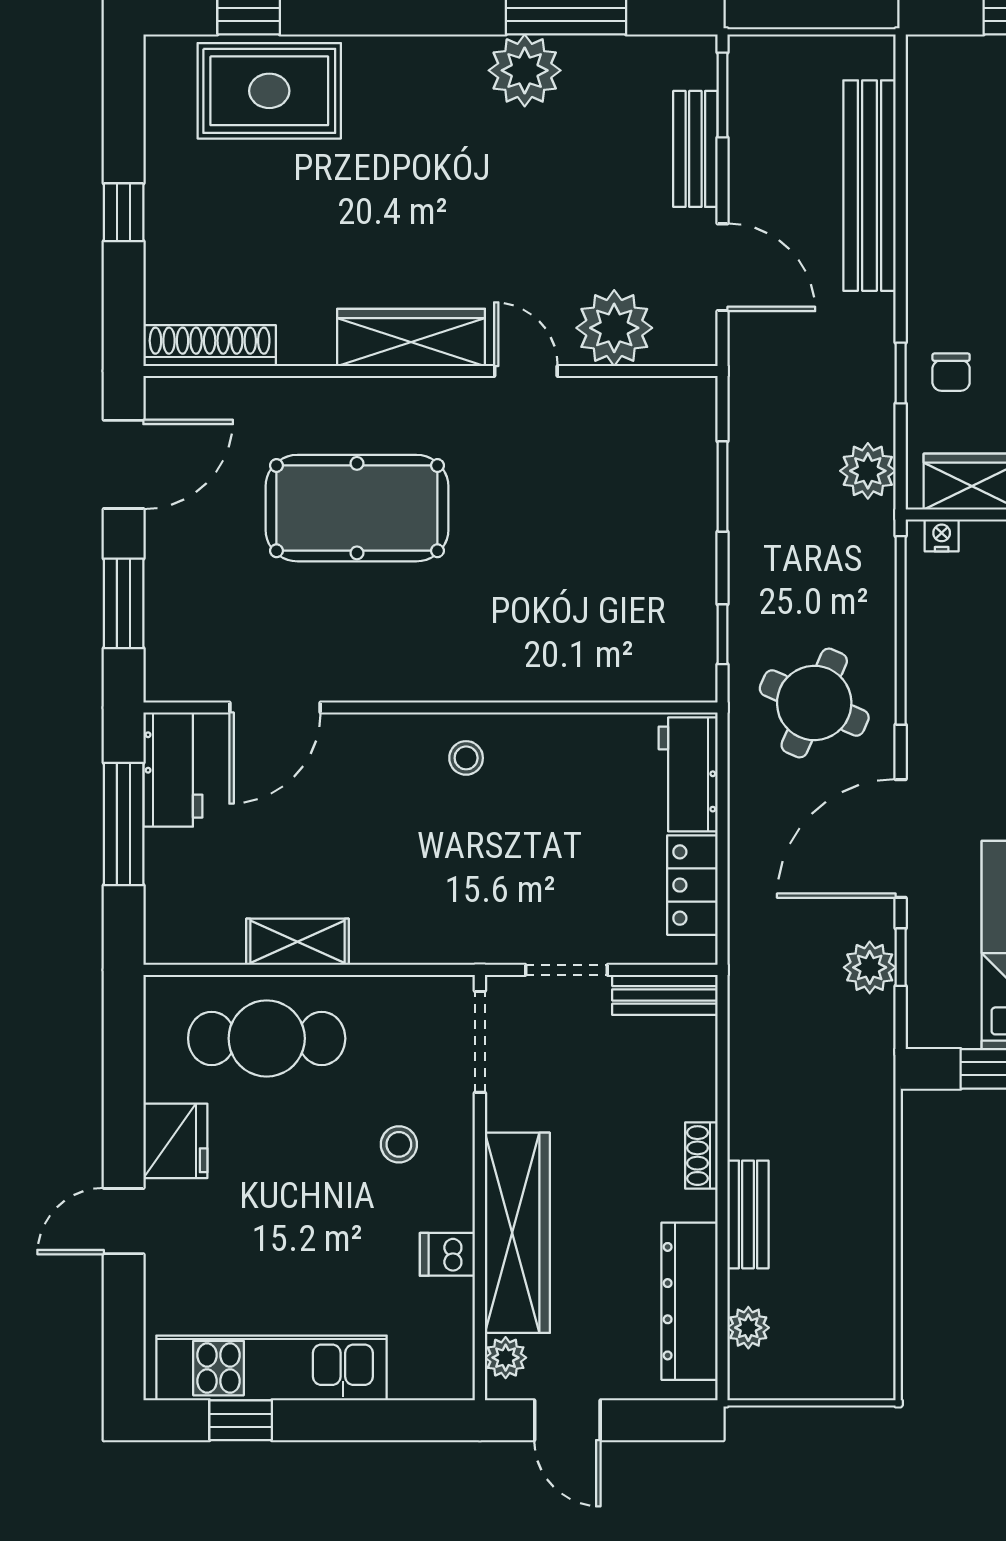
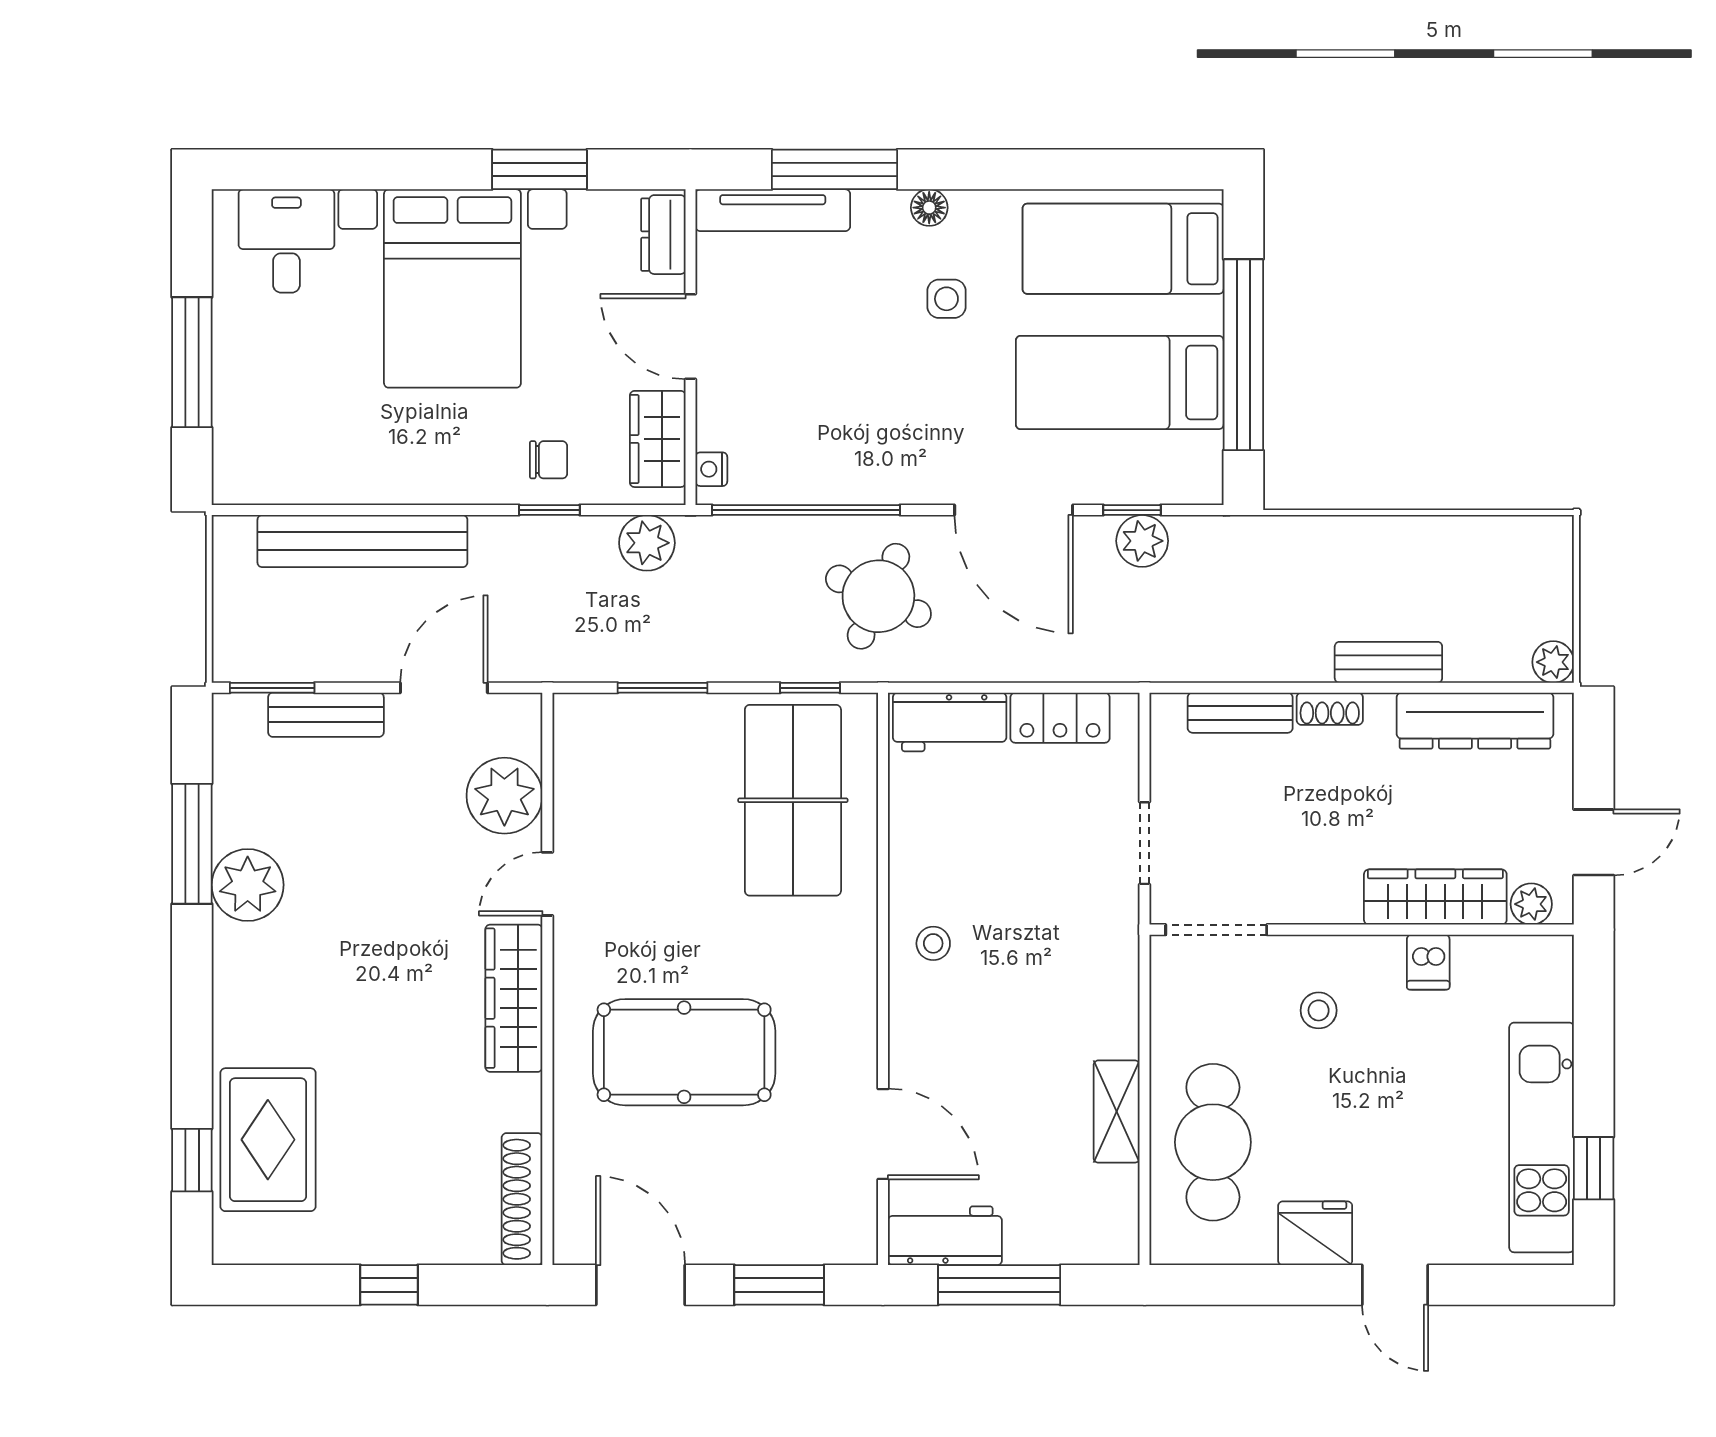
pool table: (357, 508) -> (684, 1052), turned 90
table tennis table: (610, 617) -> (793, 800), added
bench: (665, 995) -> (1240, 713), moved, turned 90
wardrobe: (517, 1233) -> (1435, 897), width x0.71, depth x0.85
plant: (748, 1328) -> (1553, 662), moved

